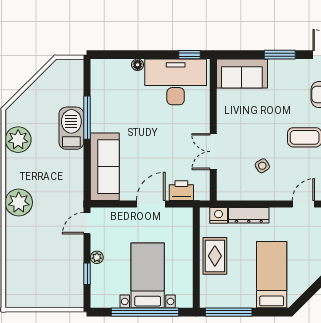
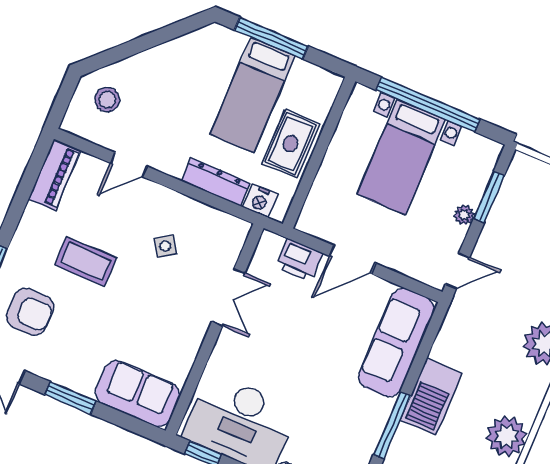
barbecue: (71, 128) -> (431, 397), moved
window: (87, 274) -> (489, 197), width x1.50
bed: (272, 275) -> (252, 95), moved
window: (229, 312) -> (271, 38), moved

